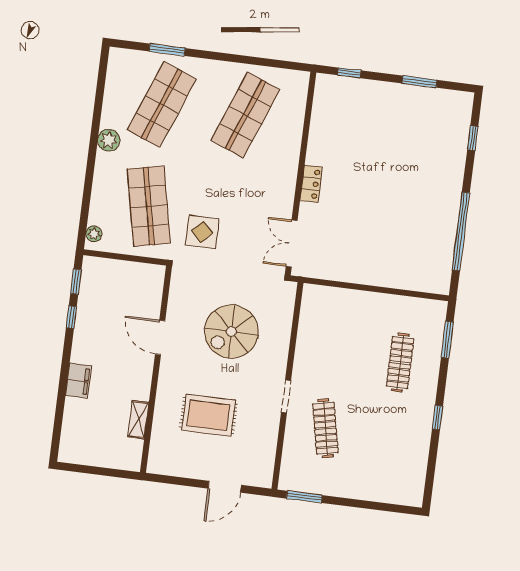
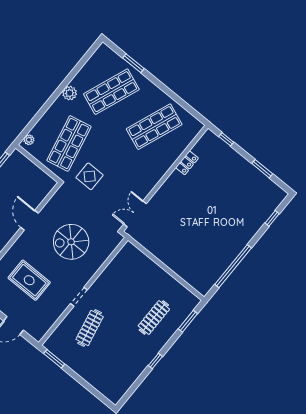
locker: (311, 184) -> (187, 163), moved

